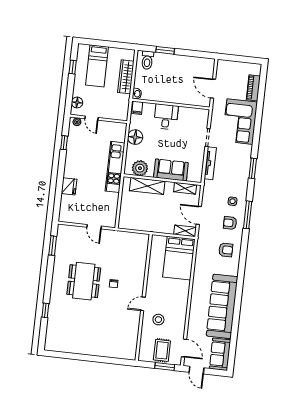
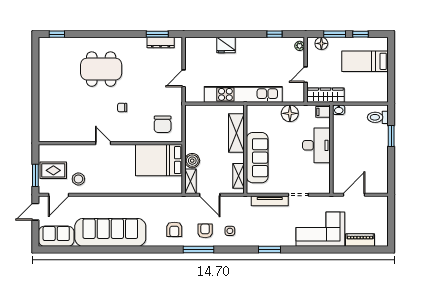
wardrobe: (126, 77) -> (325, 95), moved
window: (70, 90) -> (335, 34), added
desk: (166, 117) -> (316, 145), width x1.37
door: (92, 118) -> (306, 75), moved
kitchen unit: (115, 167) -> (243, 94), width x1.36
plant: (140, 168) -> (255, 123), removed
sofa: (171, 170) -> (257, 158), width x1.36
door: (199, 215) -> (210, 195), swing flipped
window: (248, 215) -> (199, 250), moved
boiler: (167, 227) -> (192, 161), added
dresser: (60, 244) -> (161, 42), added
chair: (132, 250) -> (163, 124), added
bed: (179, 258) -> (159, 160), moved
dining table: (84, 281) -> (101, 69), moved
window: (45, 310) -> (57, 34), moved
stool: (158, 320) -> (78, 179), moved

